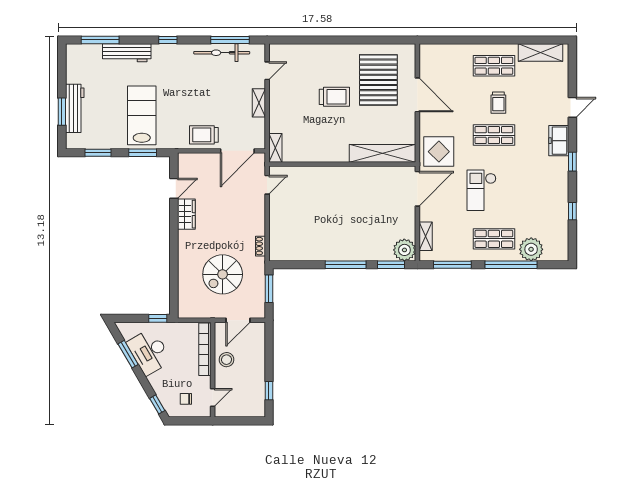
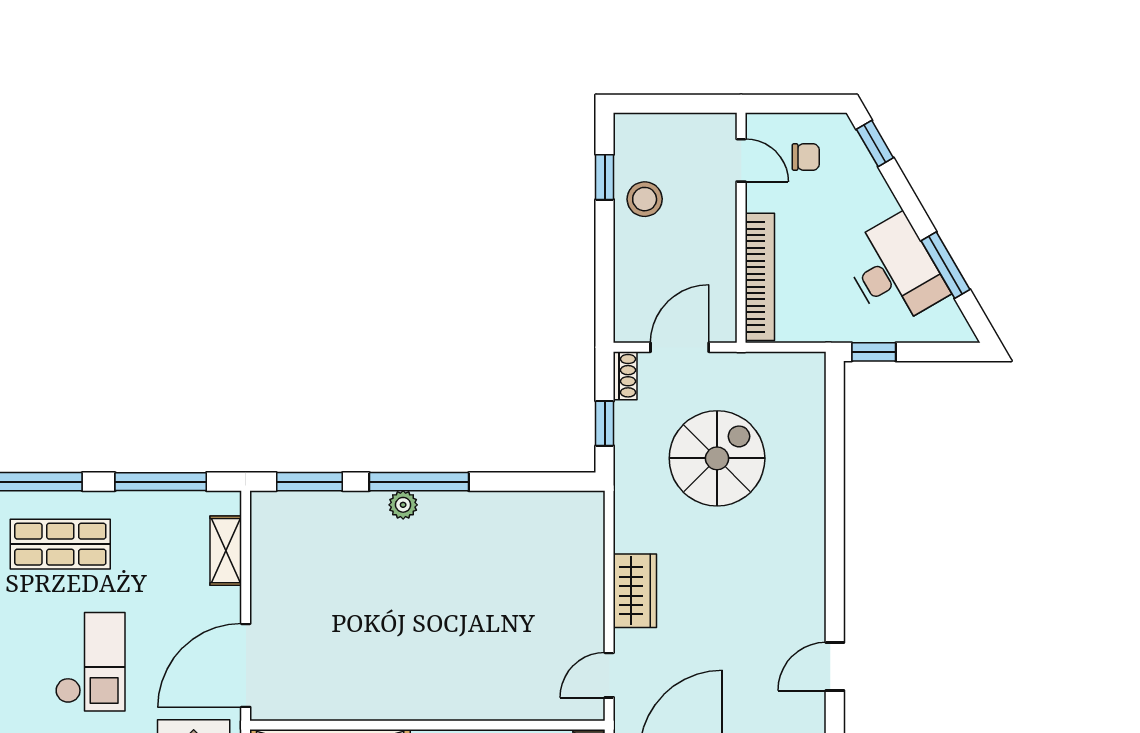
wardrobe: (186, 214) -> (635, 591), moved, turned 180
shoe rack: (260, 246) -> (625, 376), moved
plant: (404, 250) -> (403, 505), moved, width x0.53, depth x0.53
window: (269, 289) -> (605, 423), width x0.67
stool: (227, 360) -> (645, 199), moved
door: (213, 397) -> (741, 160), swing flipped

